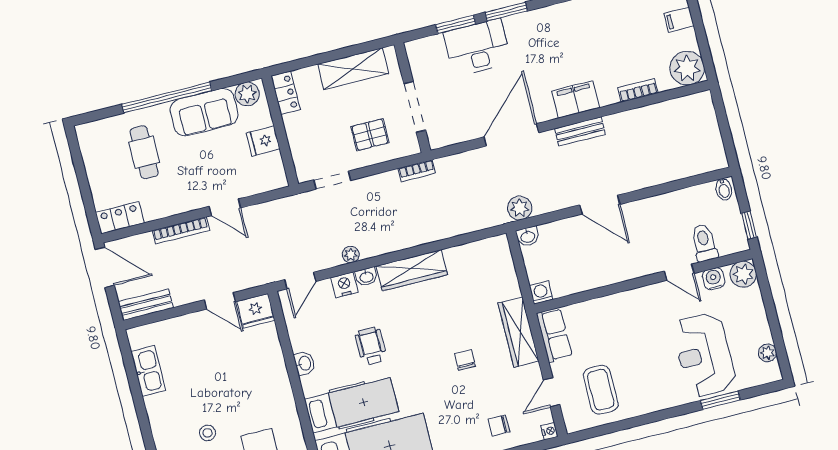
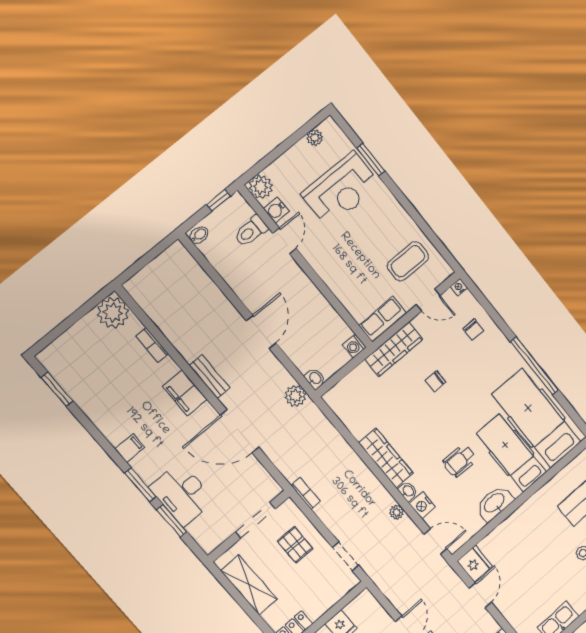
filing cabinet: (679, 20) -> (130, 448), moved, turned -90
washbasin: (304, 363) -> (495, 503), width x1.91, depth x1.45

